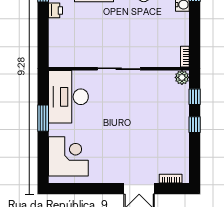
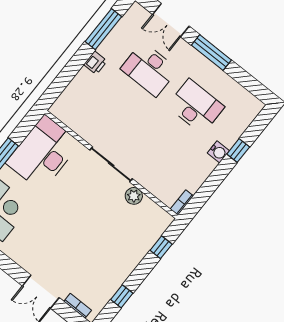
plant: (182, 77) -> (134, 196), moved
window: (195, 125) -> (122, 296), moved

